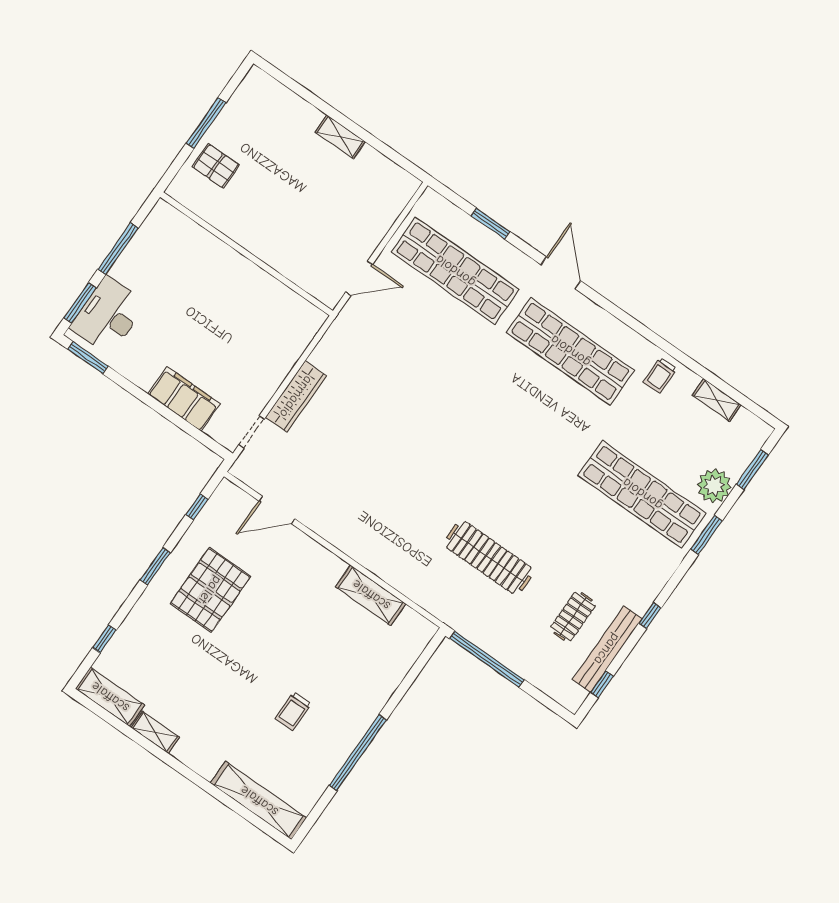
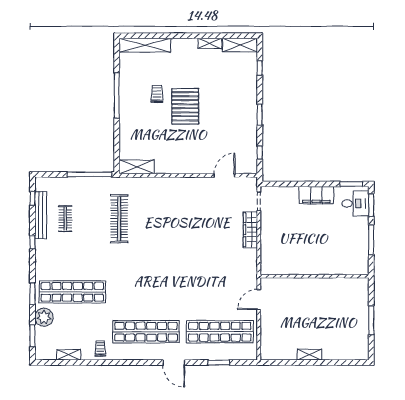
pallet: (216, 166) -> (354, 305), removed
desk: (108, 316) -> (355, 203), width x0.73
filing cabinet: (184, 399) -> (316, 195), moved
clothes rail: (489, 558) -> (119, 219), turned 90
pallet: (210, 590) -> (185, 106), moved
shelving: (371, 595) -> (137, 167), moved

